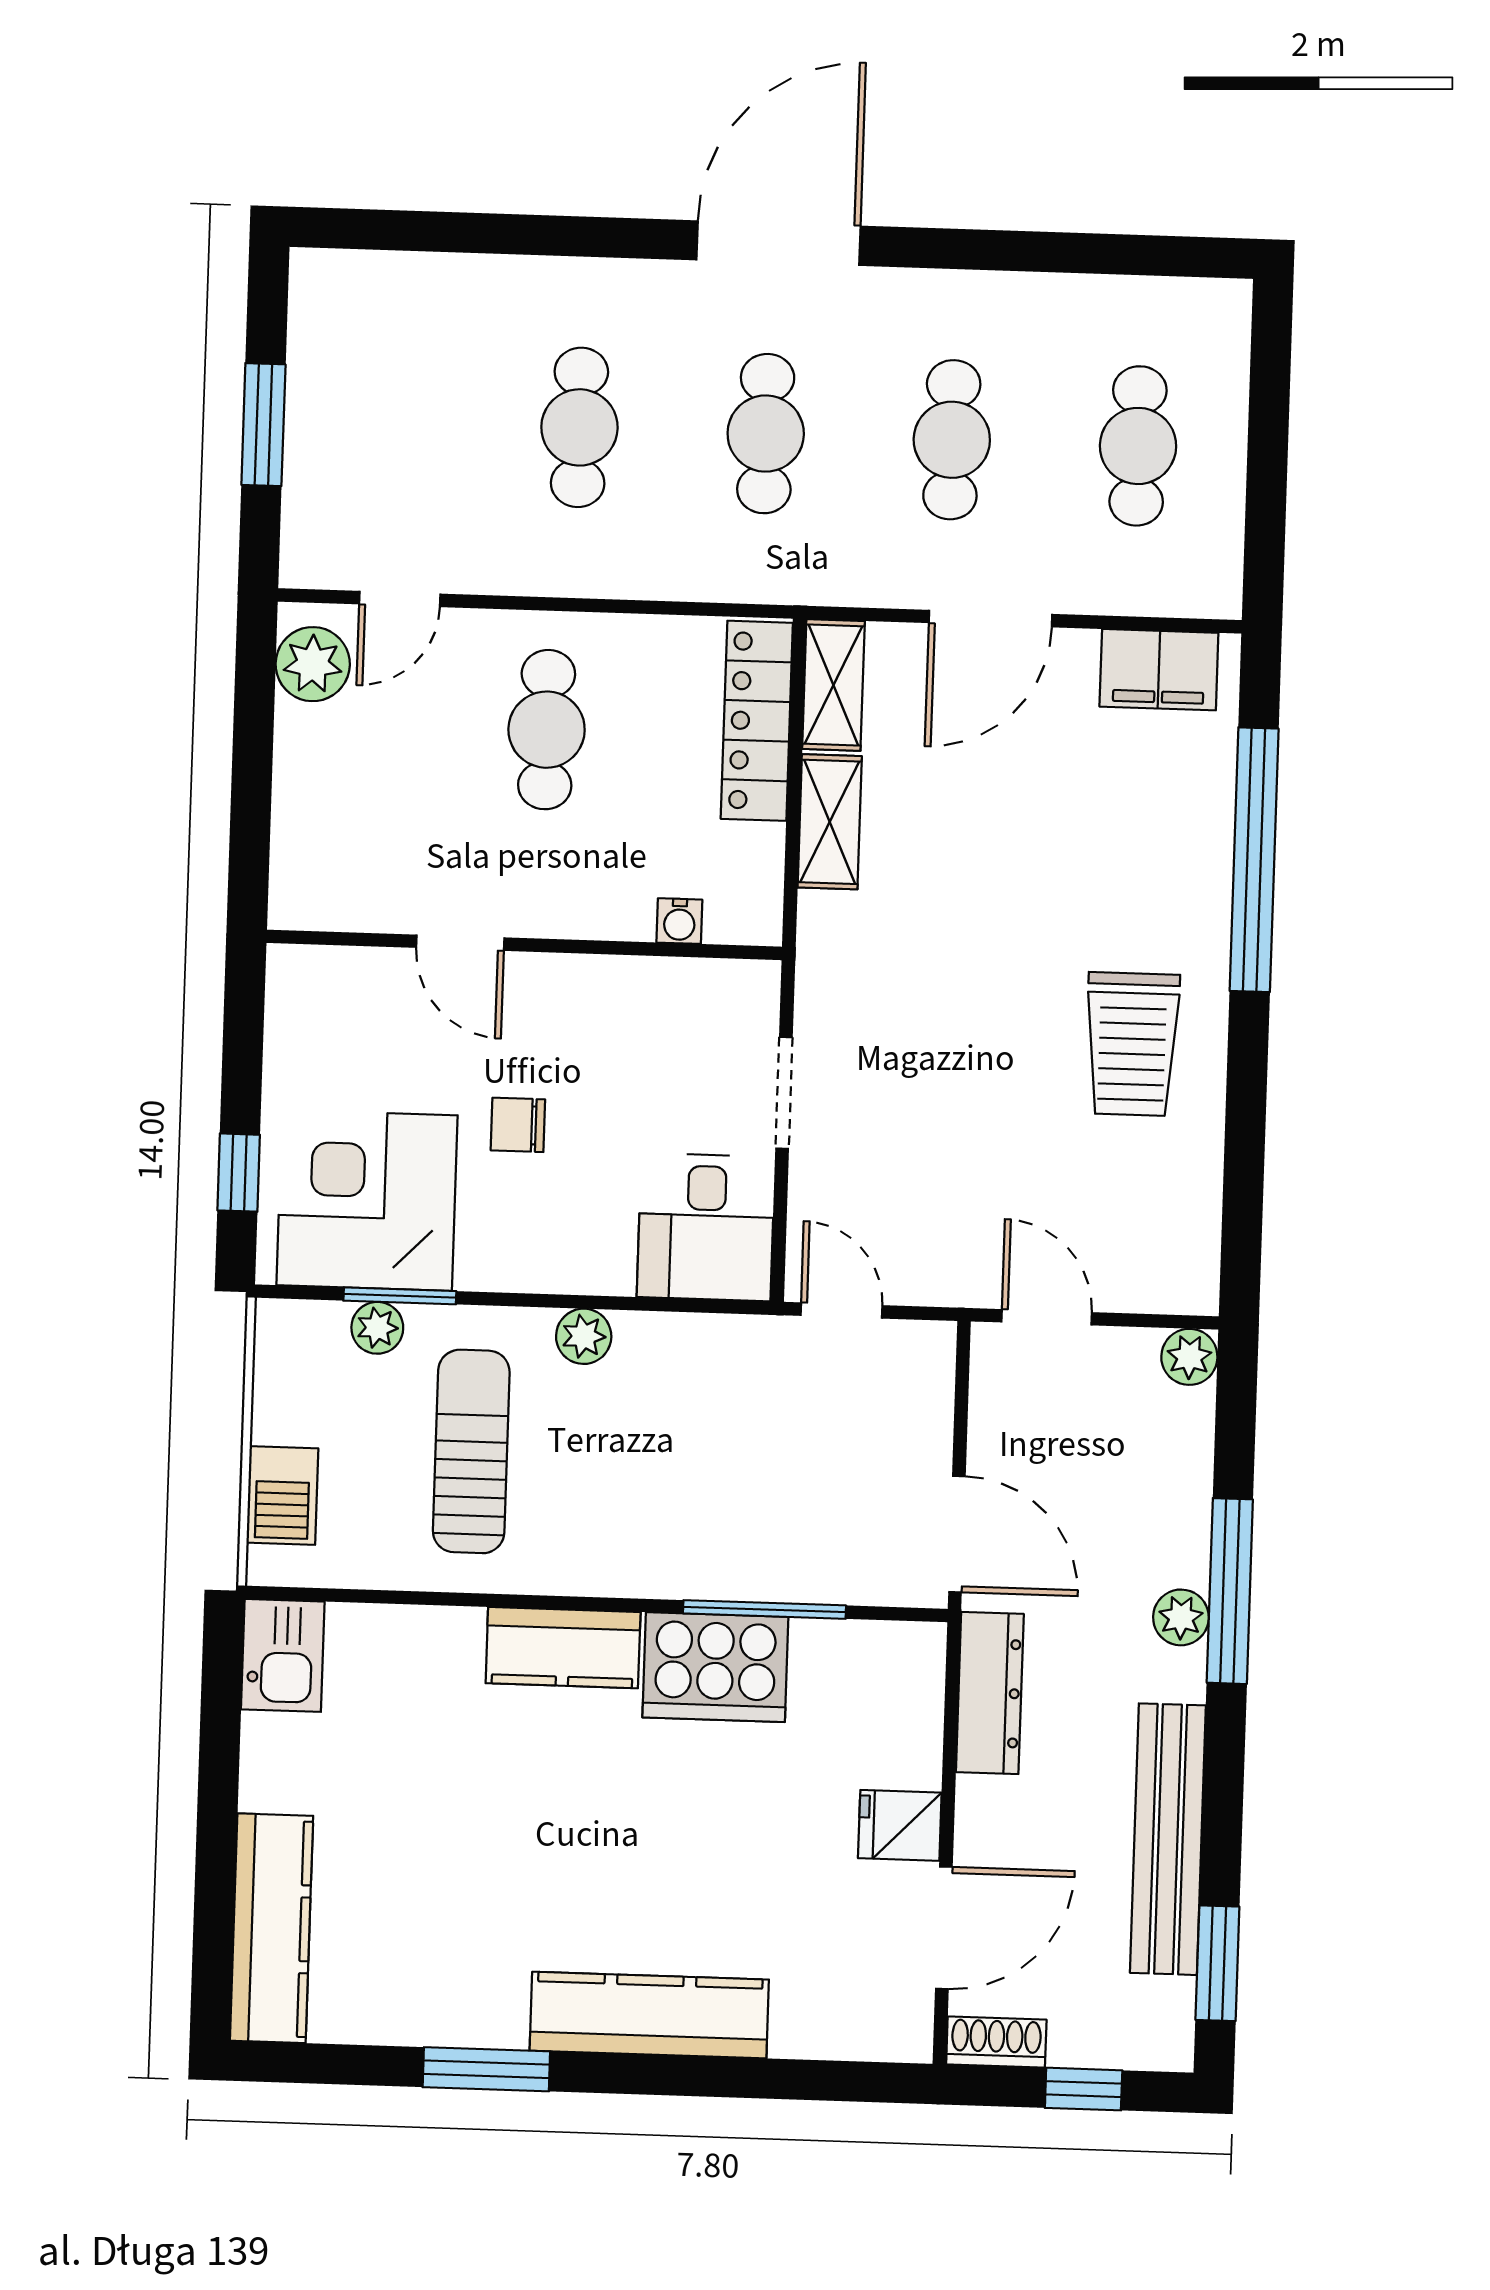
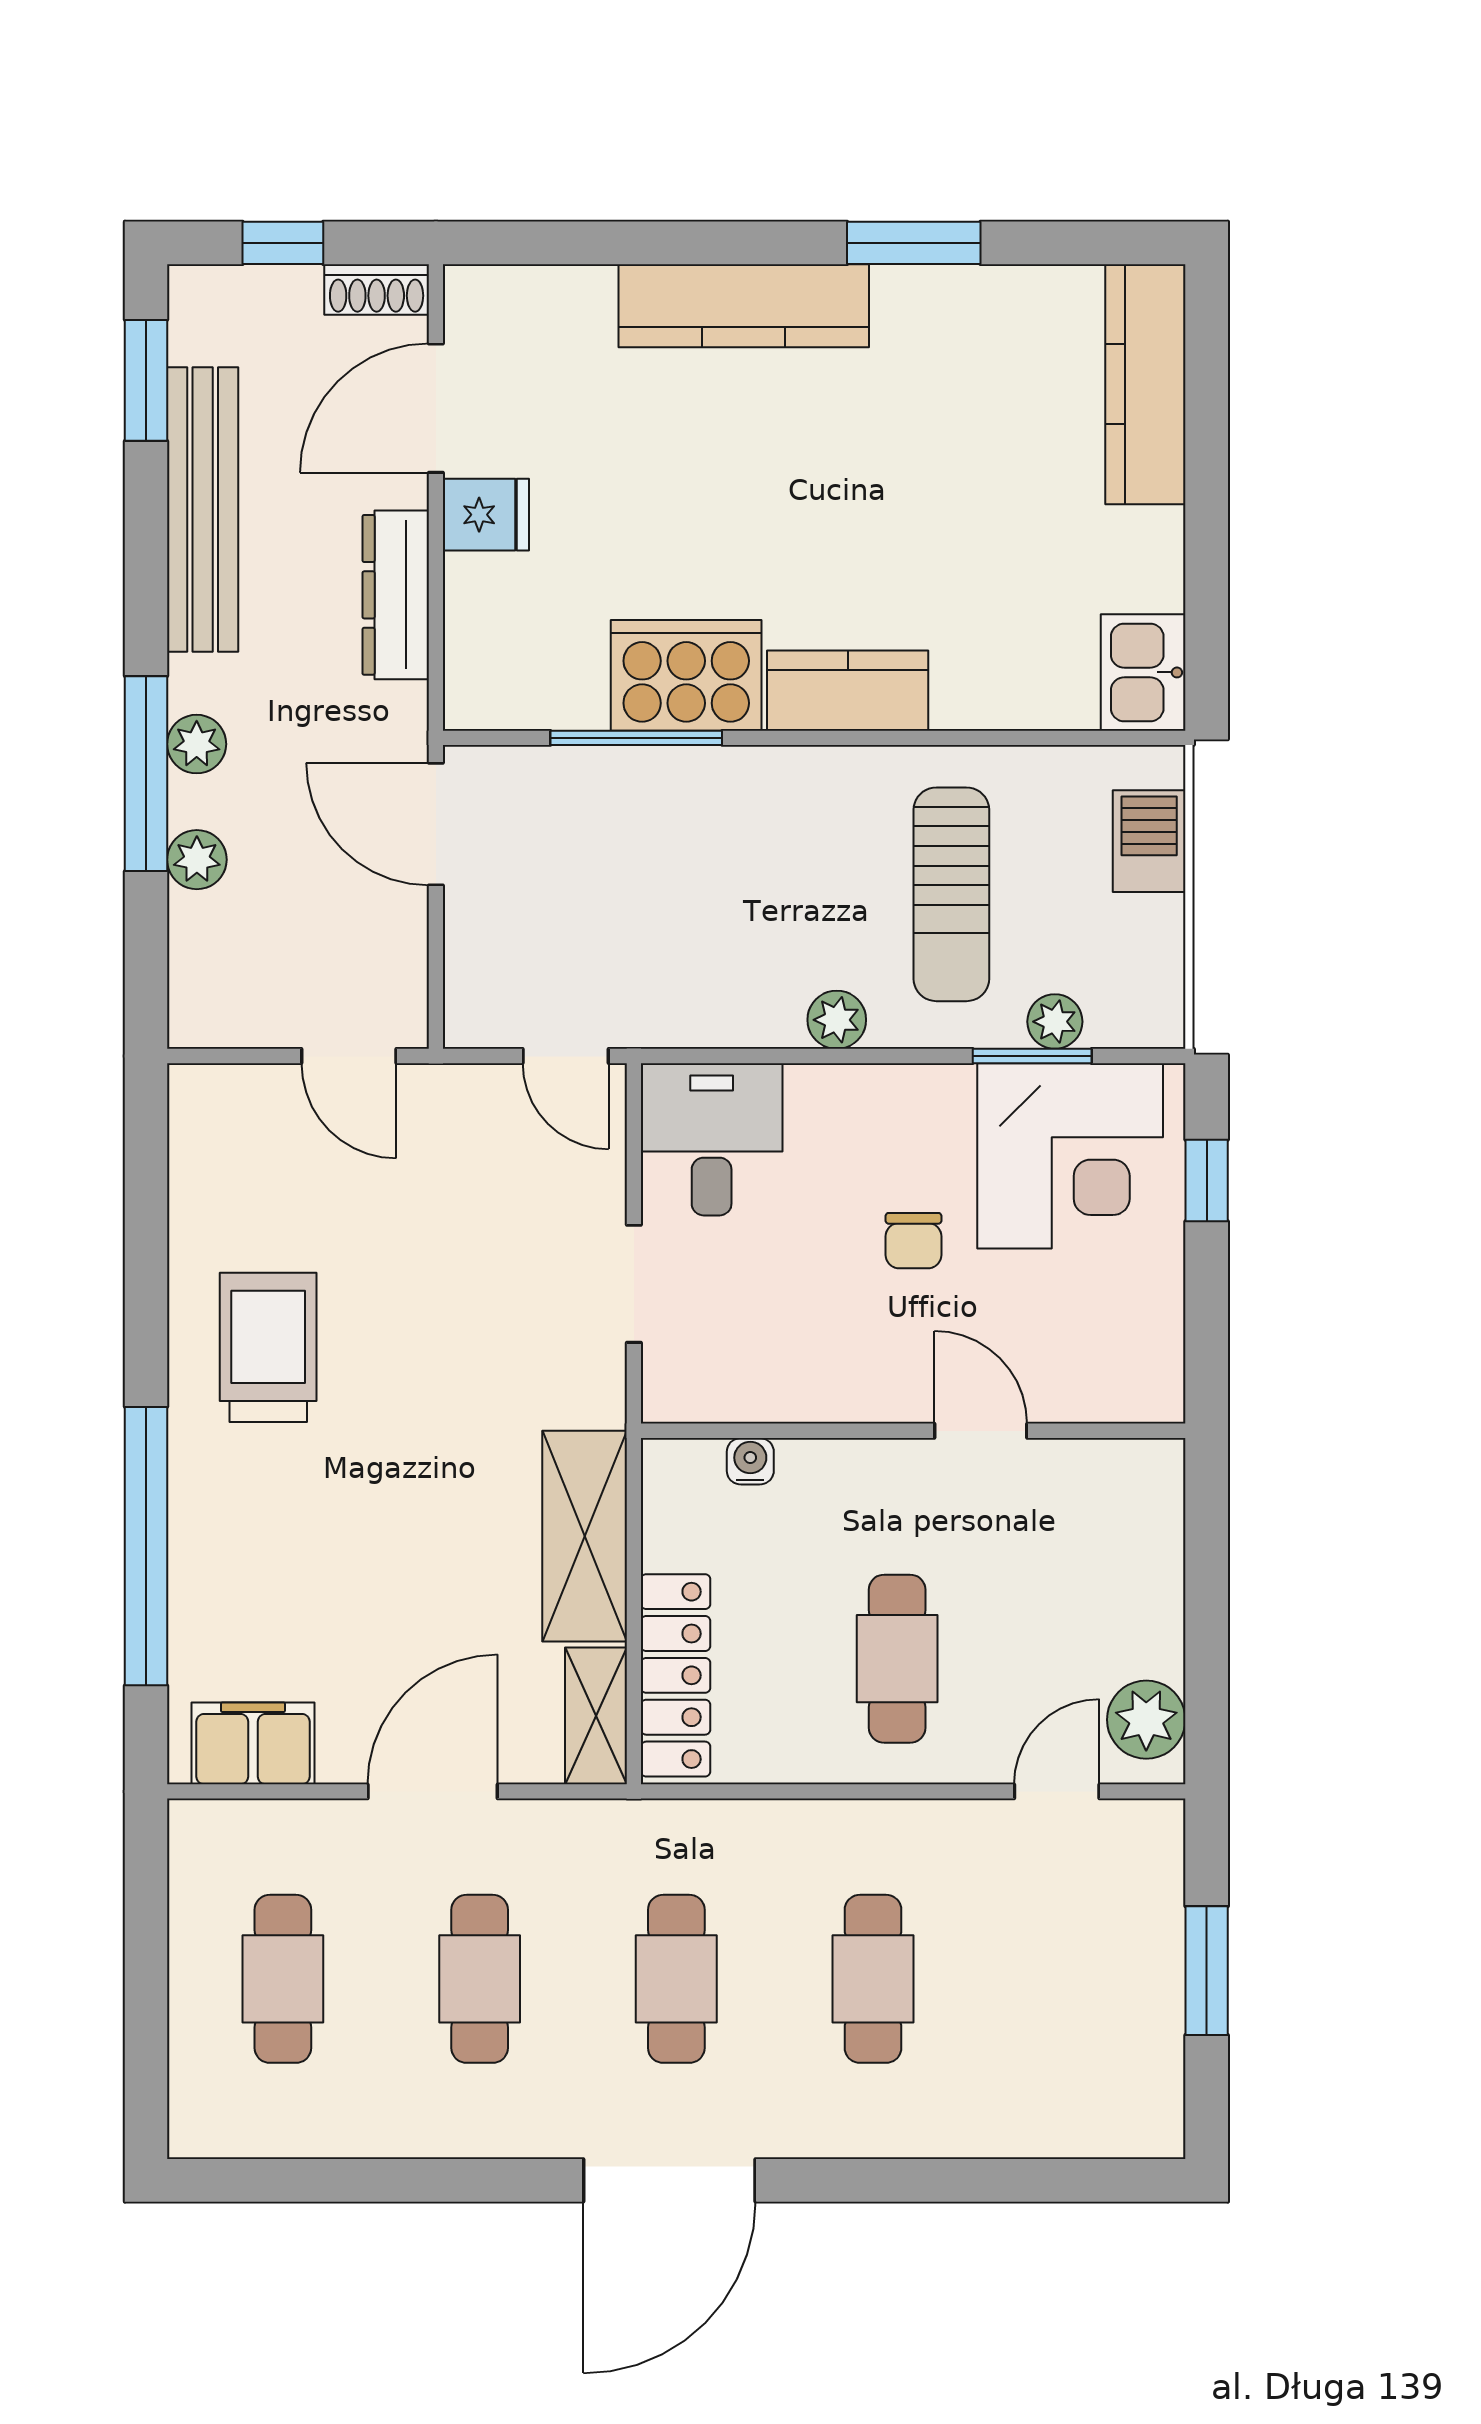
shelving: (830, 822) -> (585, 1536), width x1.50, depth x1.33
chair: (518, 1125) -> (914, 1241), turned 90
plant: (1189, 1357) -> (197, 860), moved
dresser: (990, 1693) -> (396, 595), moved

